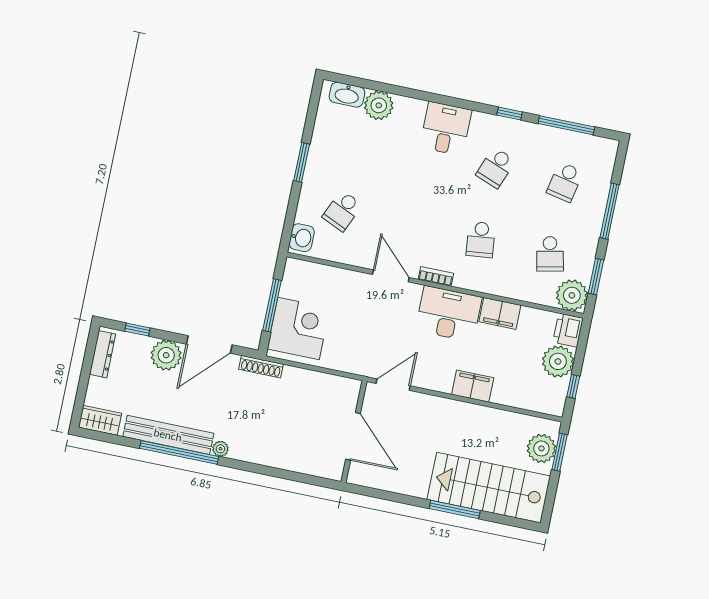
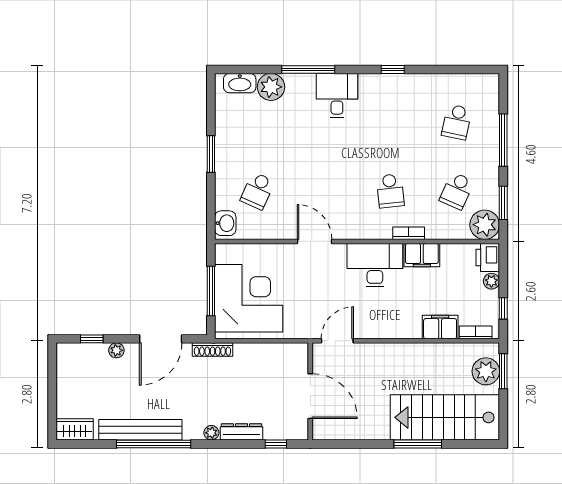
window: (566, 125) -> (308, 69), moved
school desk: (496, 168) -> (390, 122), removed
school desk: (550, 254) -> (457, 191), turned 36
bookcase: (436, 276) -> (409, 233), moved
corner desk: (299, 328) -> (249, 298), width x1.36, depth x1.36
dresser: (103, 354) -> (241, 432), moved, turned -90
plant: (166, 355) -> (116, 350), width x0.53, depth x0.53
plant: (558, 361) -> (491, 281), width x0.53, depth x0.53
filing cabinet: (473, 386) -> (440, 327), moved
bookcase: (539, 406) -> (476, 332), added
plant: (220, 449) -> (211, 433), moved
window: (307, 479) -> (276, 444), added

